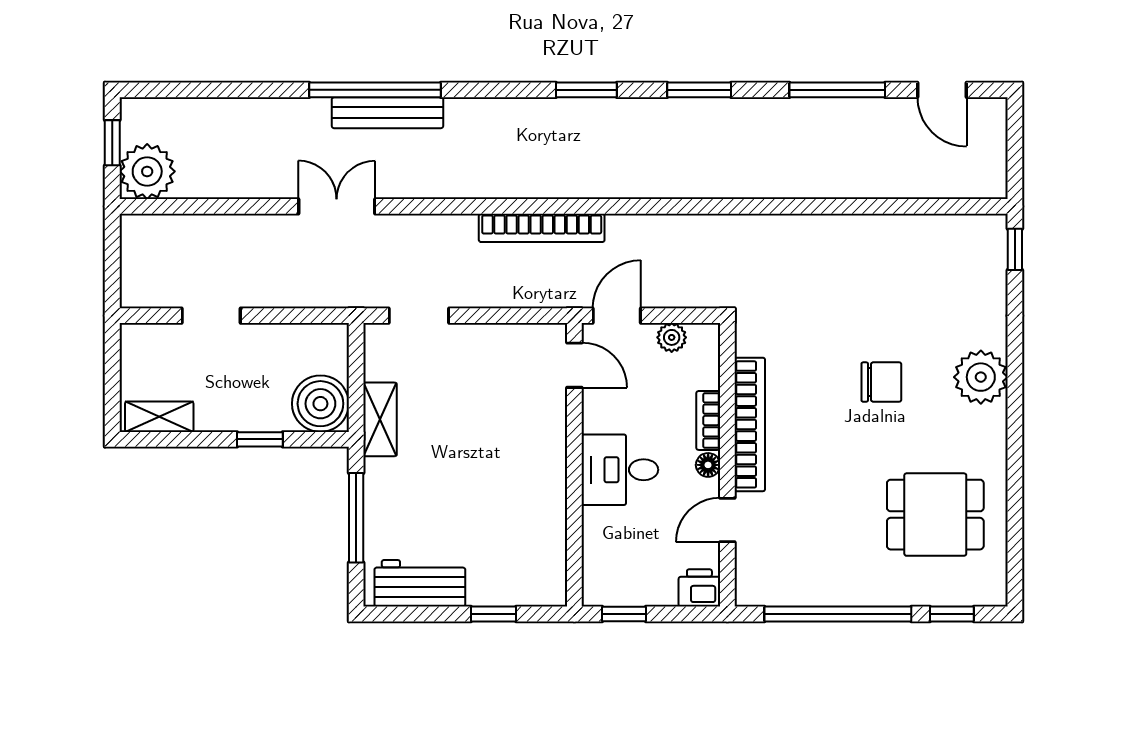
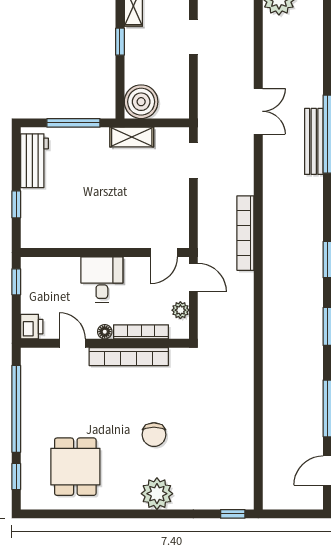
bookcase: (708, 420) -> (141, 332), width x1.56
window: (260, 439) -> (120, 42), moved

